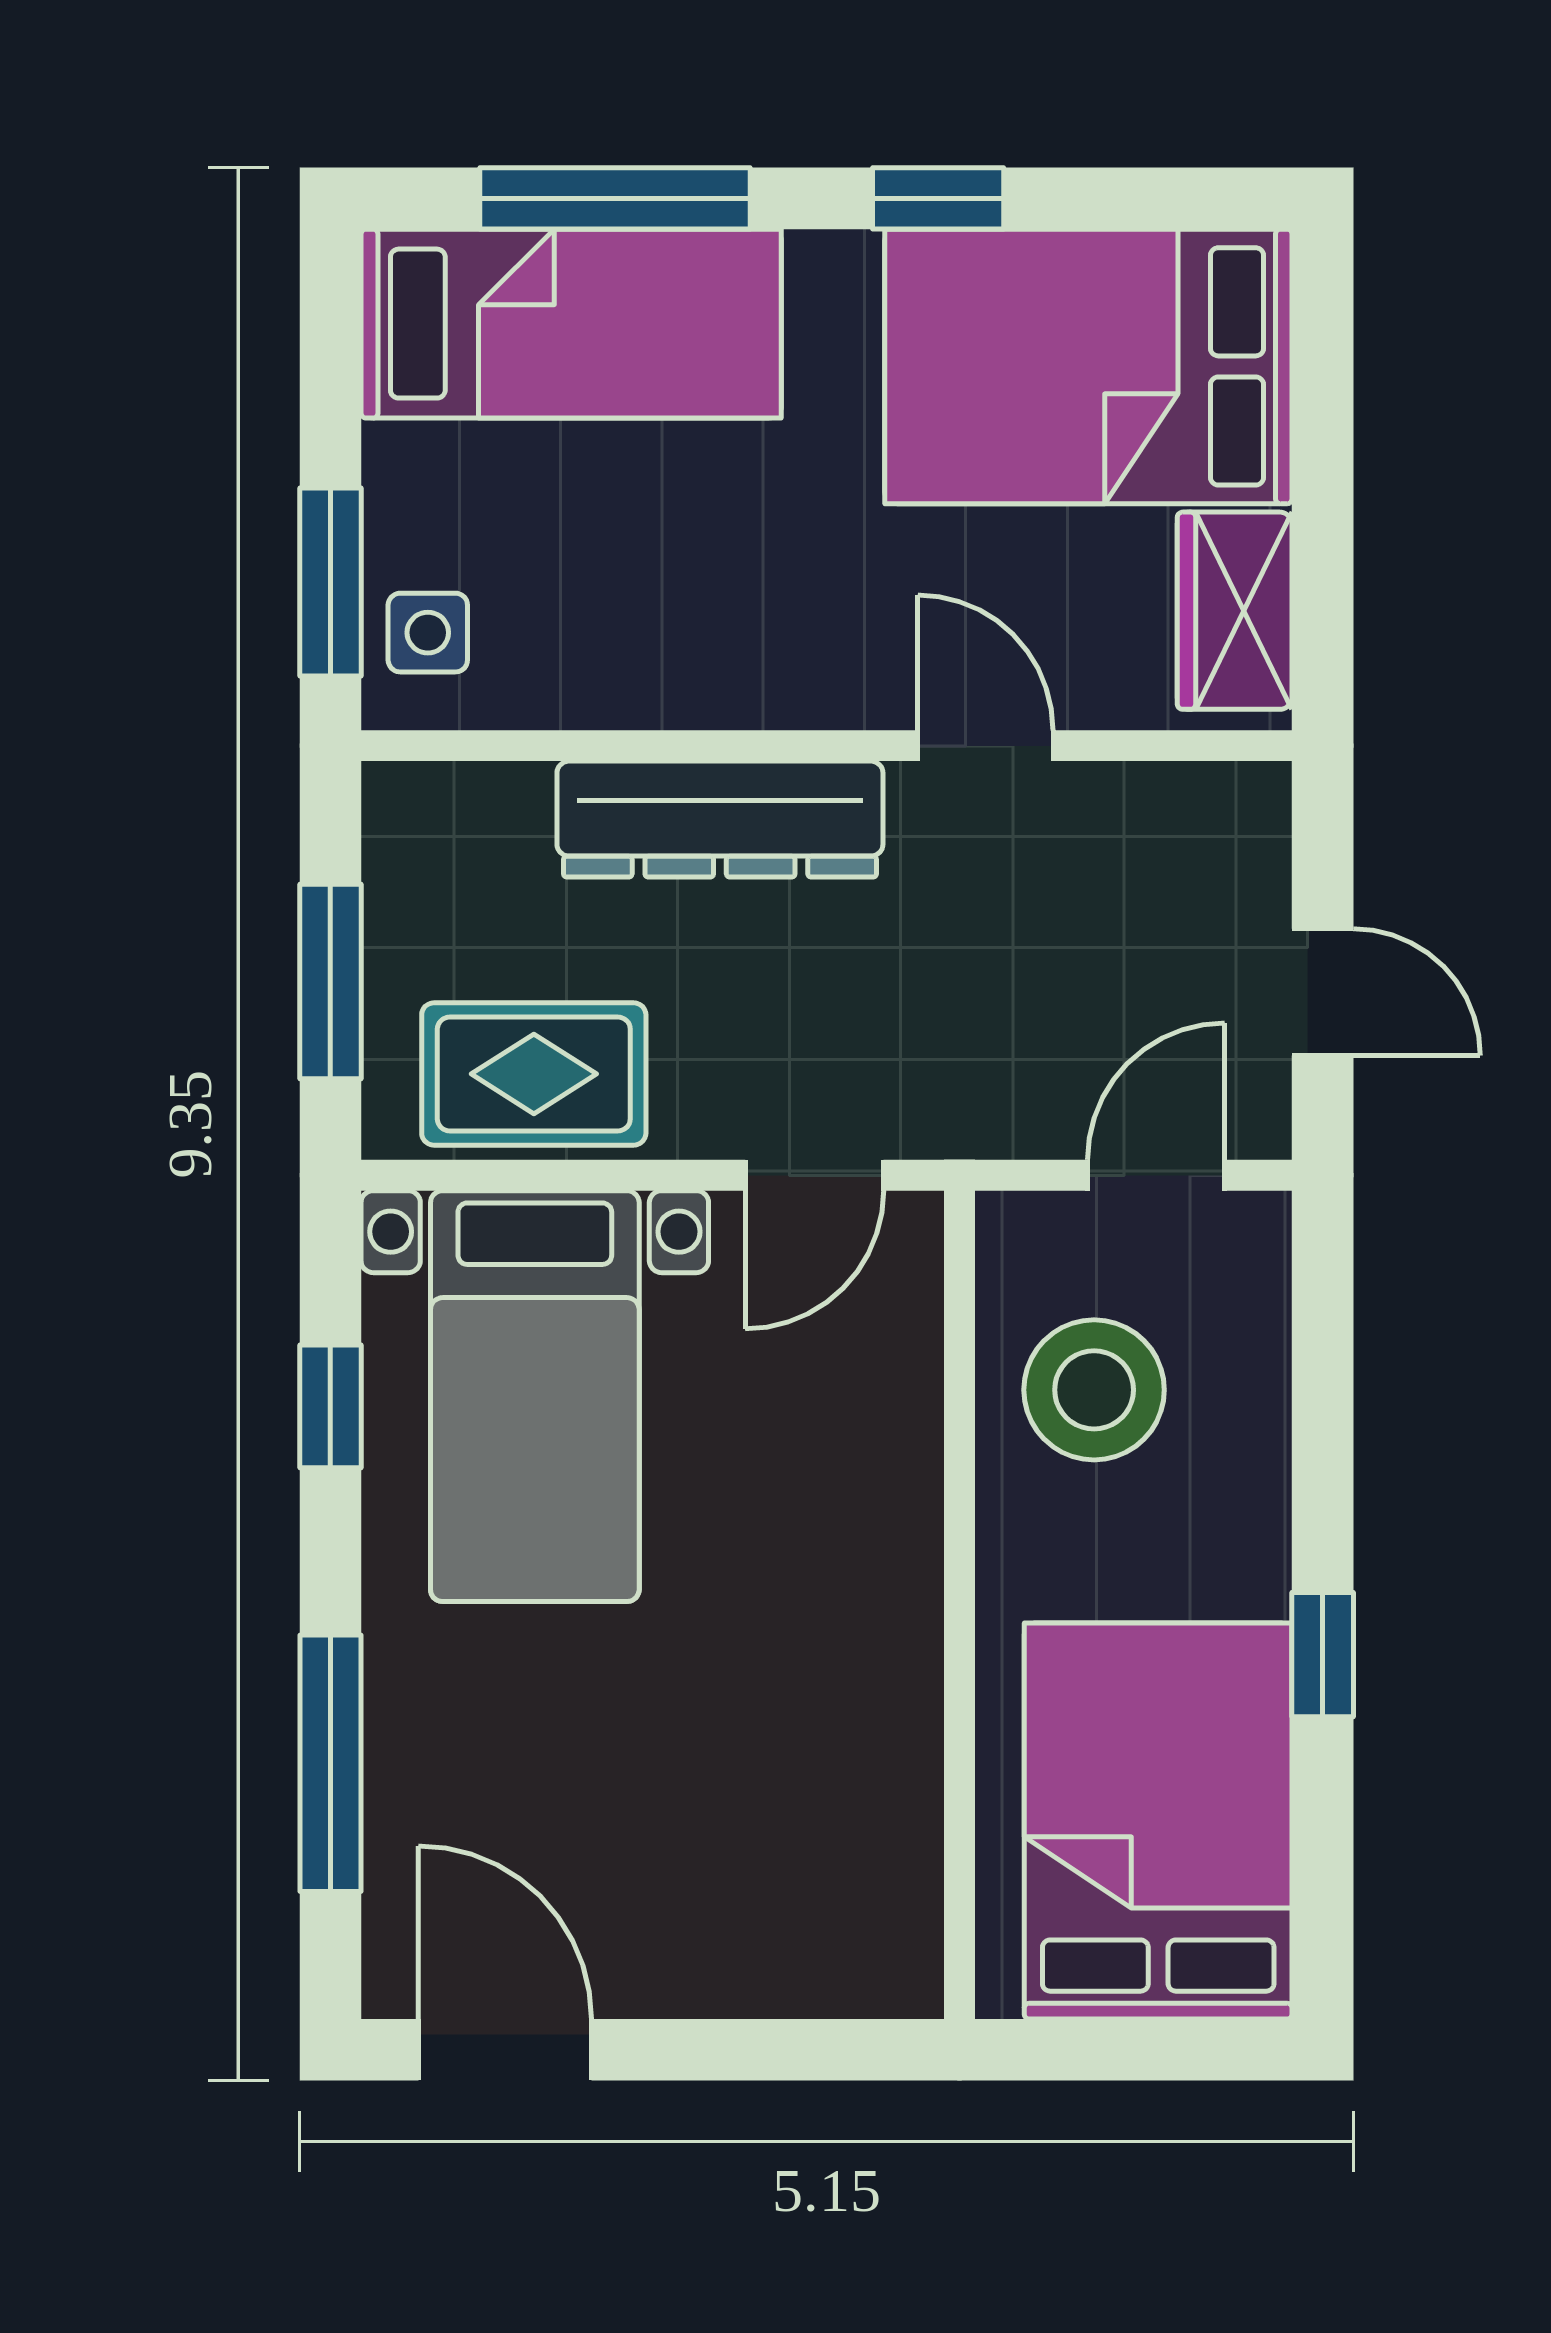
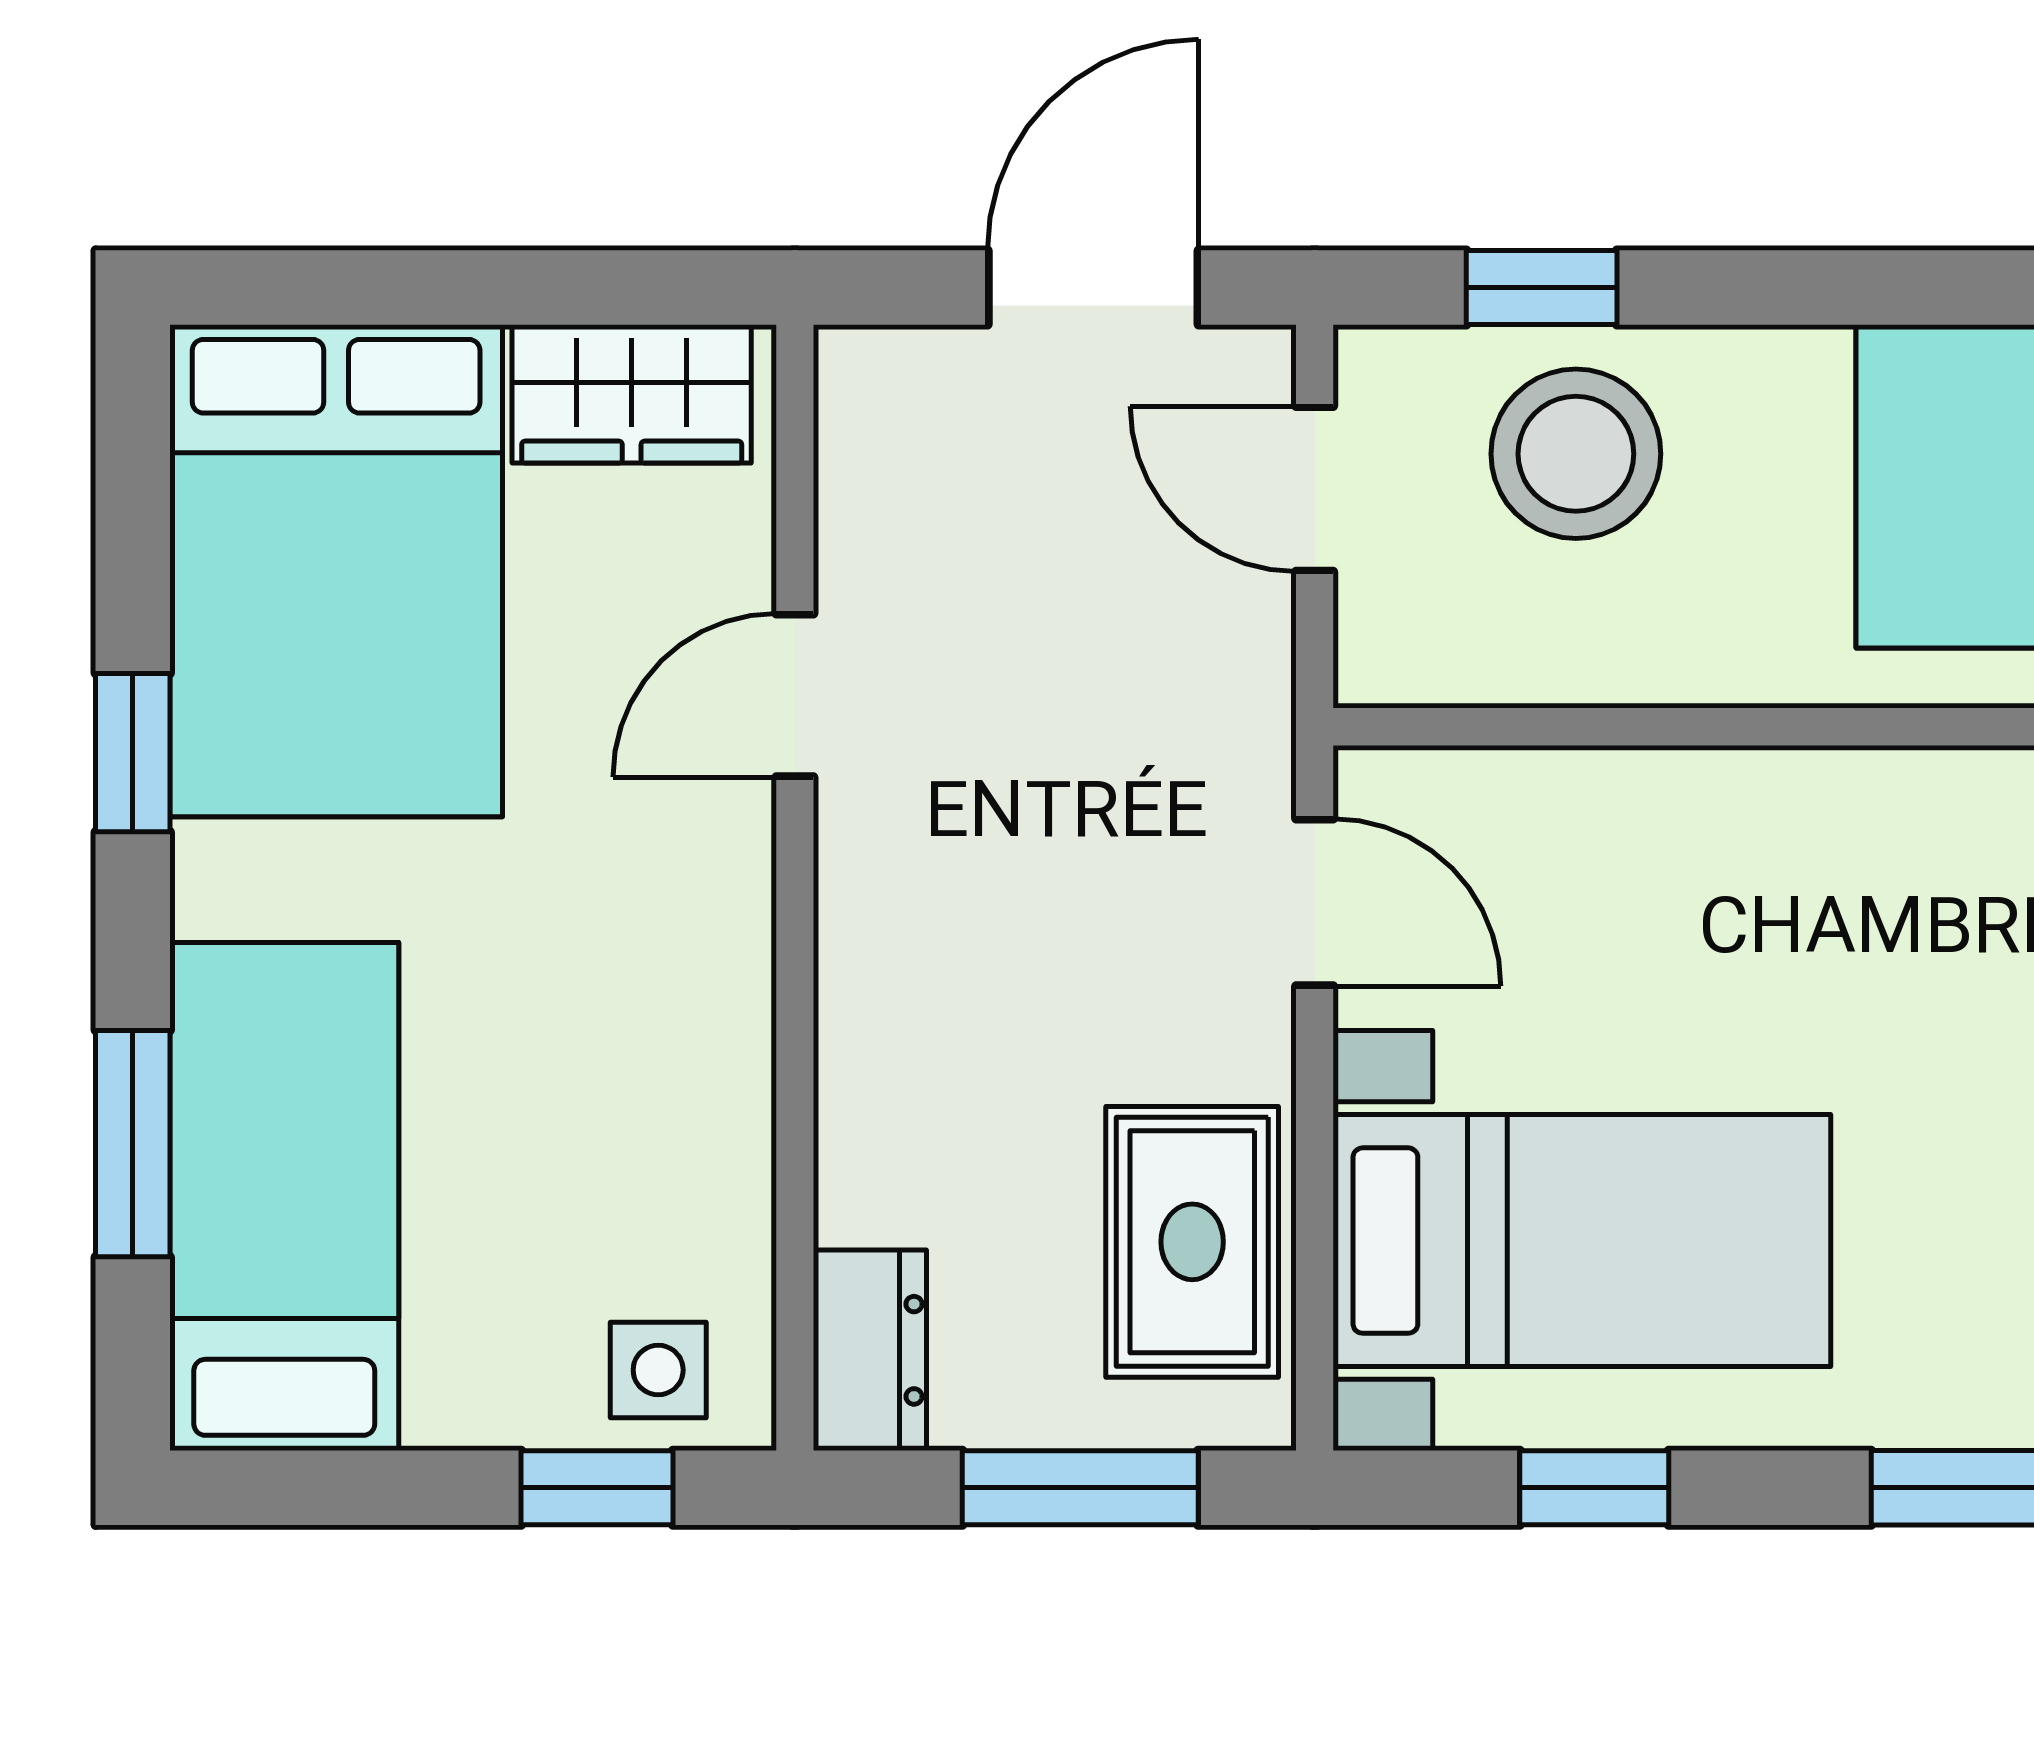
window: (615, 198) -> (133, 1144), width x0.69
window: (330, 582) -> (597, 1488), width x0.67
dresser: (720, 819) -> (870, 1350), moved, width x0.51, depth x0.80
door: (1323, 992) -> (1093, 287), width x1.38
stool: (1094, 1390) -> (1576, 454), moved
window: (1323, 1655) -> (1542, 287), moved

